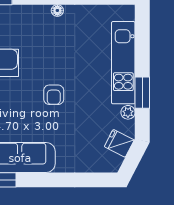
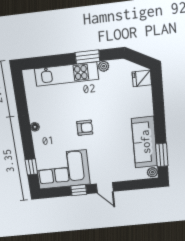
armchair: (54, 95) -> (85, 128), moved
fridge: (119, 143) -> (142, 78), moved, turned 63

